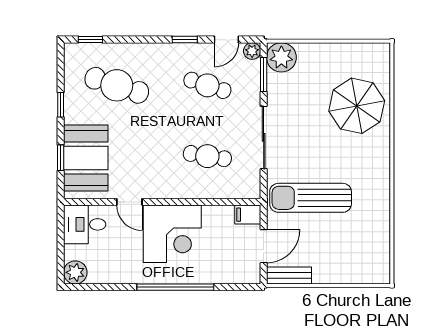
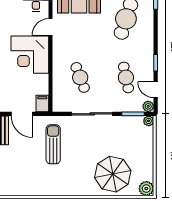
plant: (379, 54) -> (146, 189), added
plant: (281, 57) -> (149, 121), width x0.53, depth x0.53
cafe table: (207, 85) -> (126, 77), turned -30
cafe table: (207, 156) -> (80, 77), turned -30
sun lounger: (311, 198) -> (53, 144), width x0.73, depth x0.75

